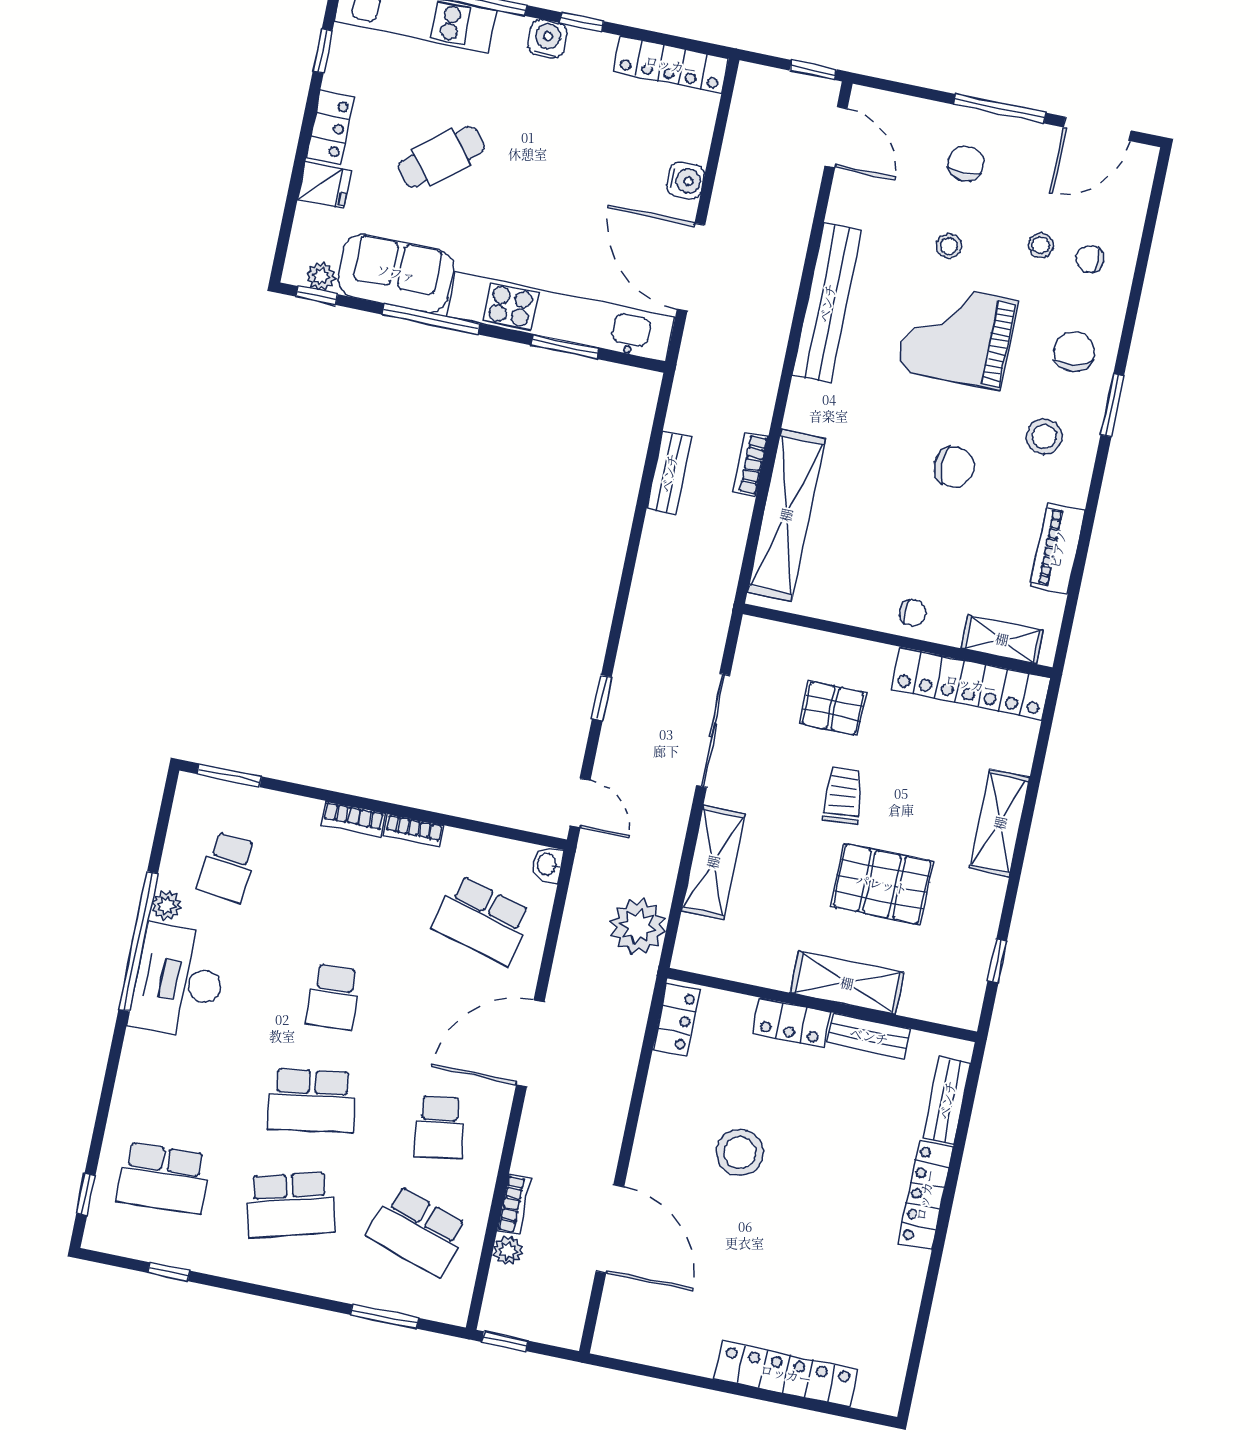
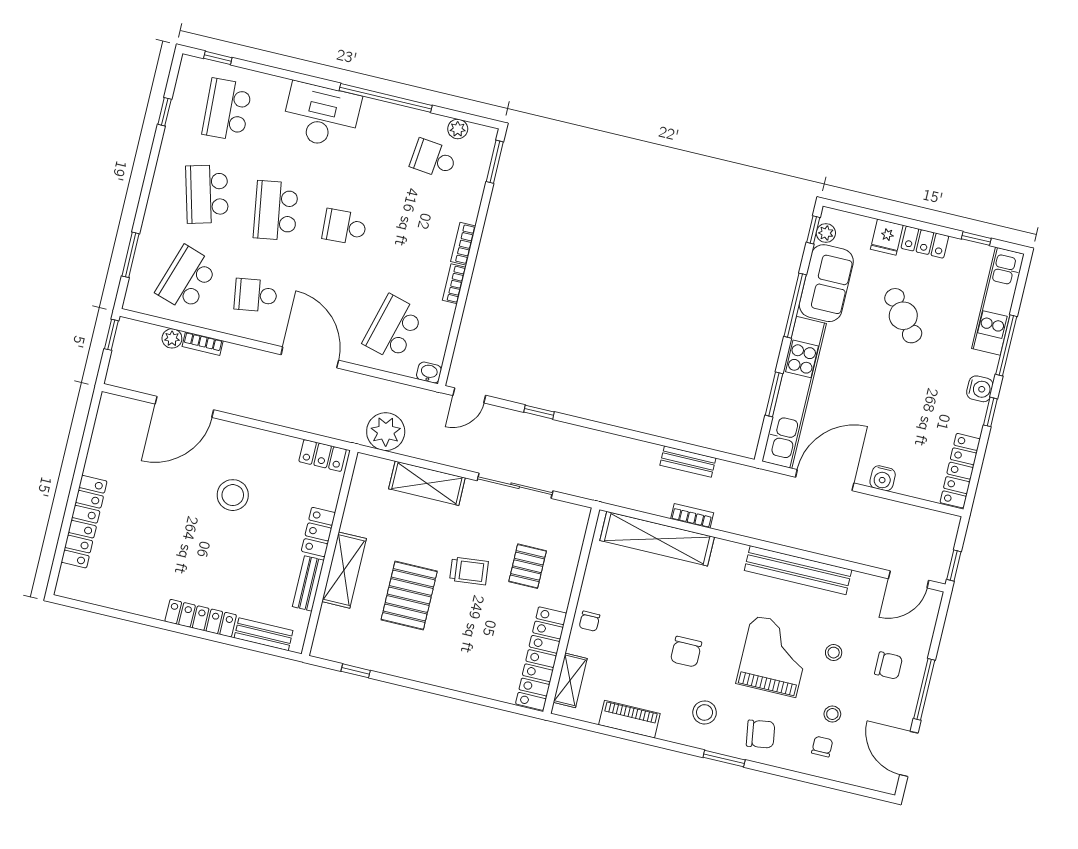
shelving: (1000, 823) -> (448, 675), removed
plant: (166, 905) -> (458, 129), moved
desk: (179, 981) -> (321, 115), moved

